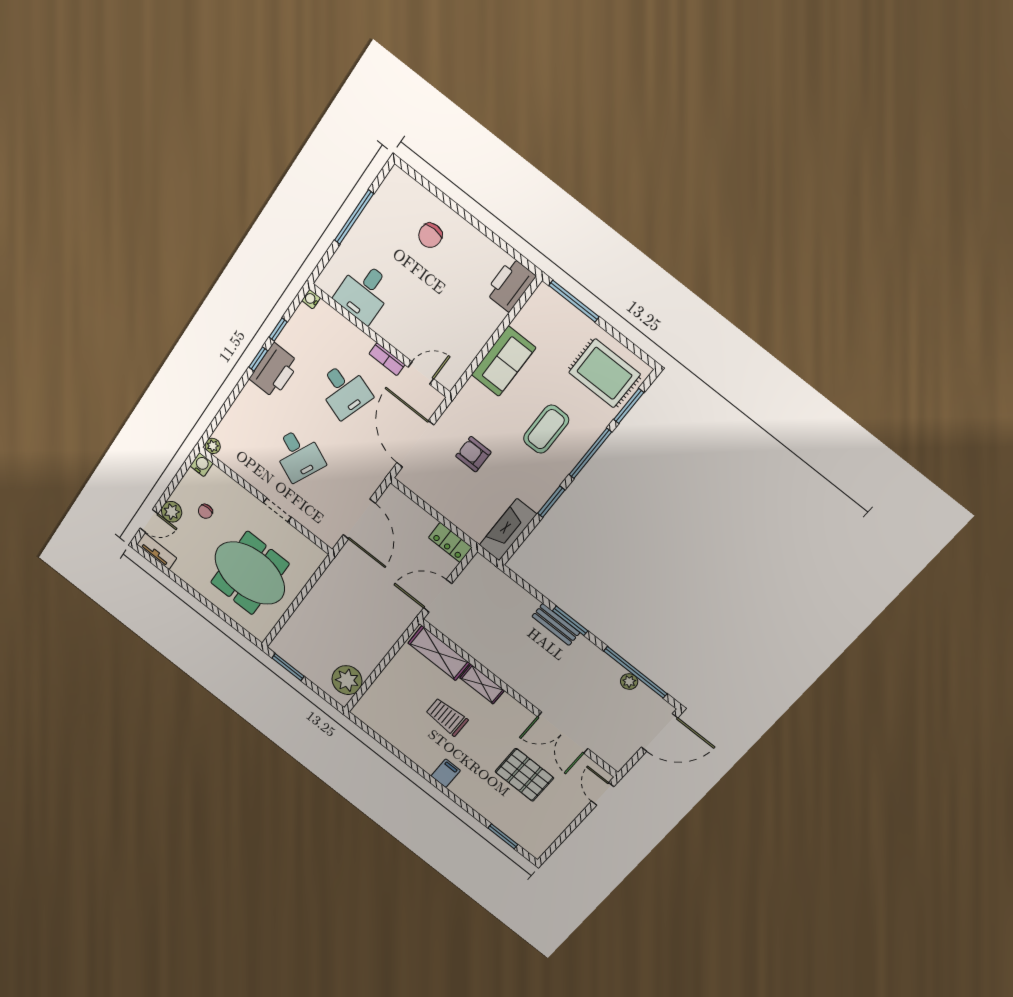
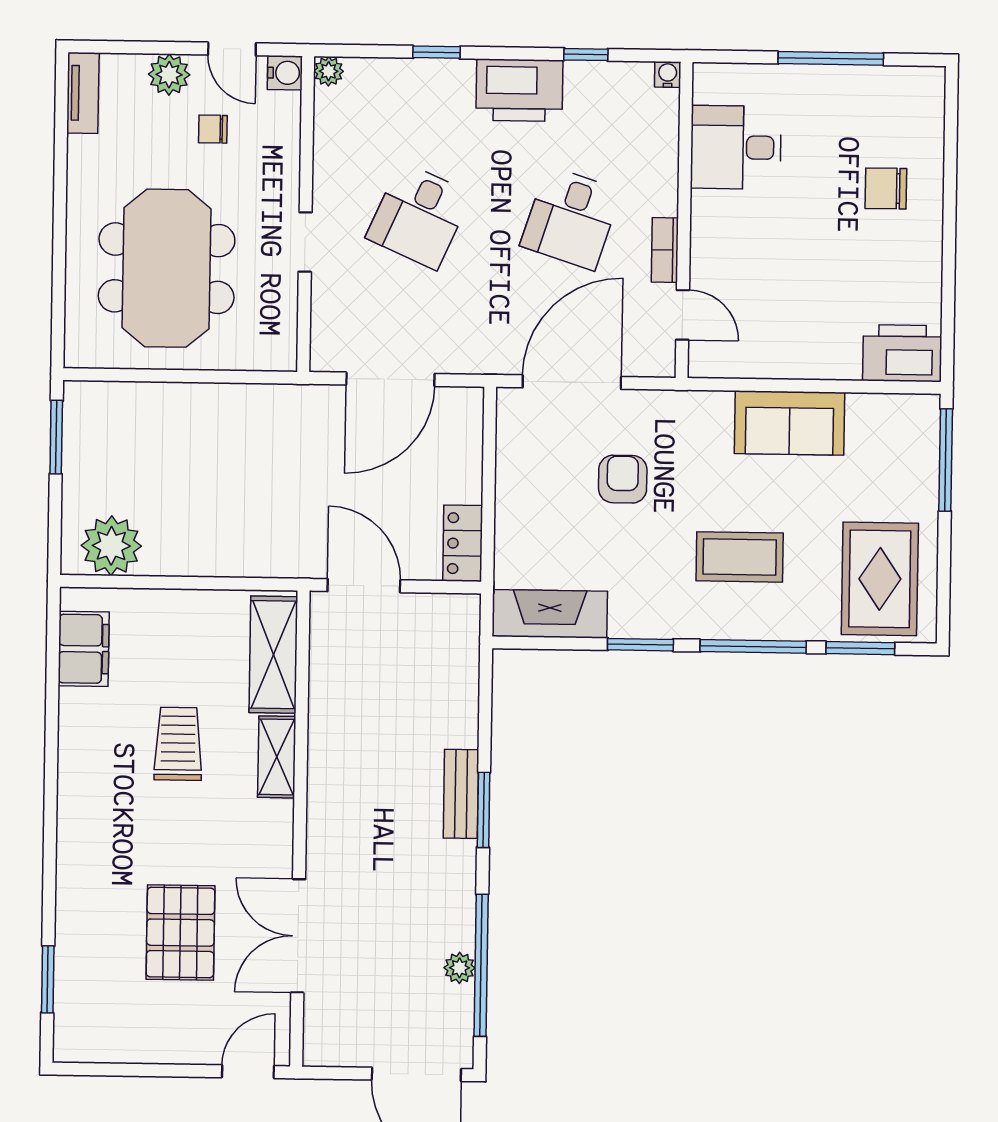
window: (258, 359) -> (436, 52), moved
door: (149, 521) -> (232, 49), moved
filing cabinet: (446, 773) -> (84, 649), moved, width x2.00

